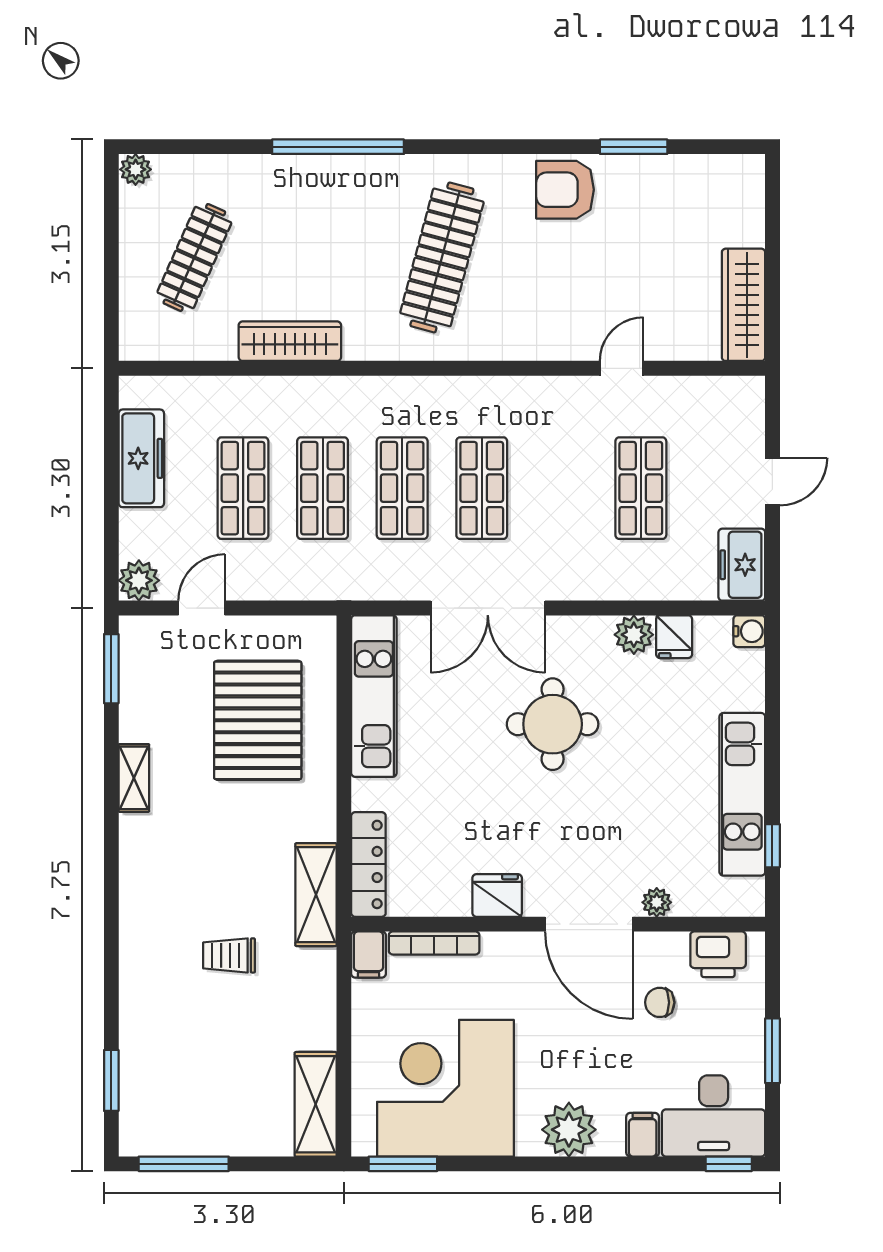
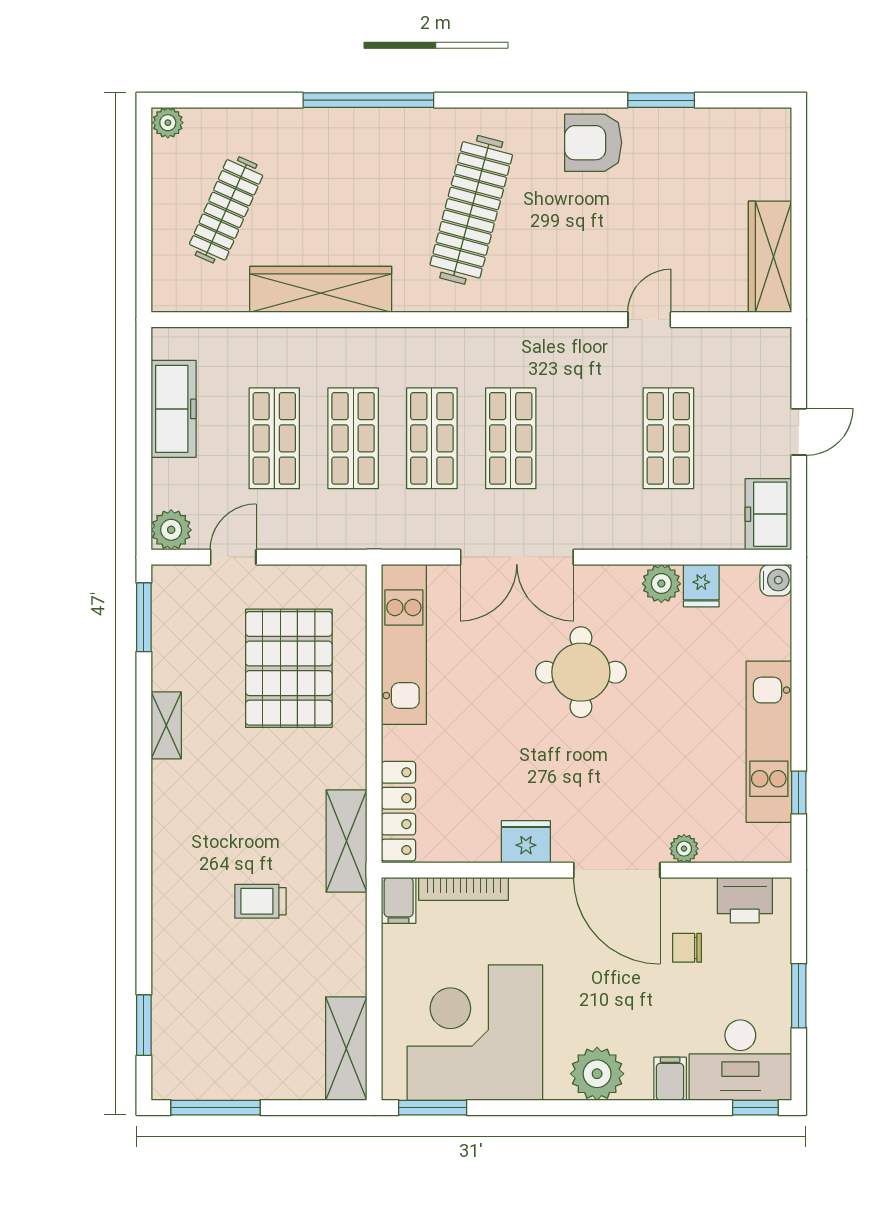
wardrobe: (290, 341) -> (321, 289), width x1.40, depth x1.17

